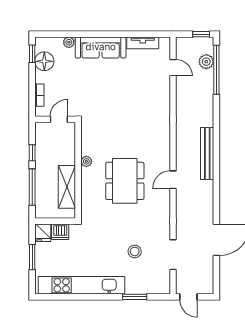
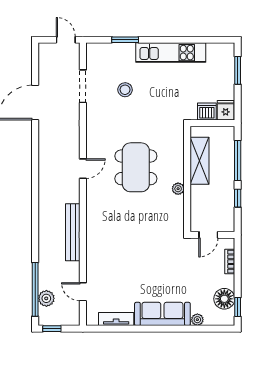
bench: (207, 153) -> (73, 232), moved
window: (32, 257) -> (238, 70), moved
kitchen unit: (82, 285) -> (171, 53), width x0.73

